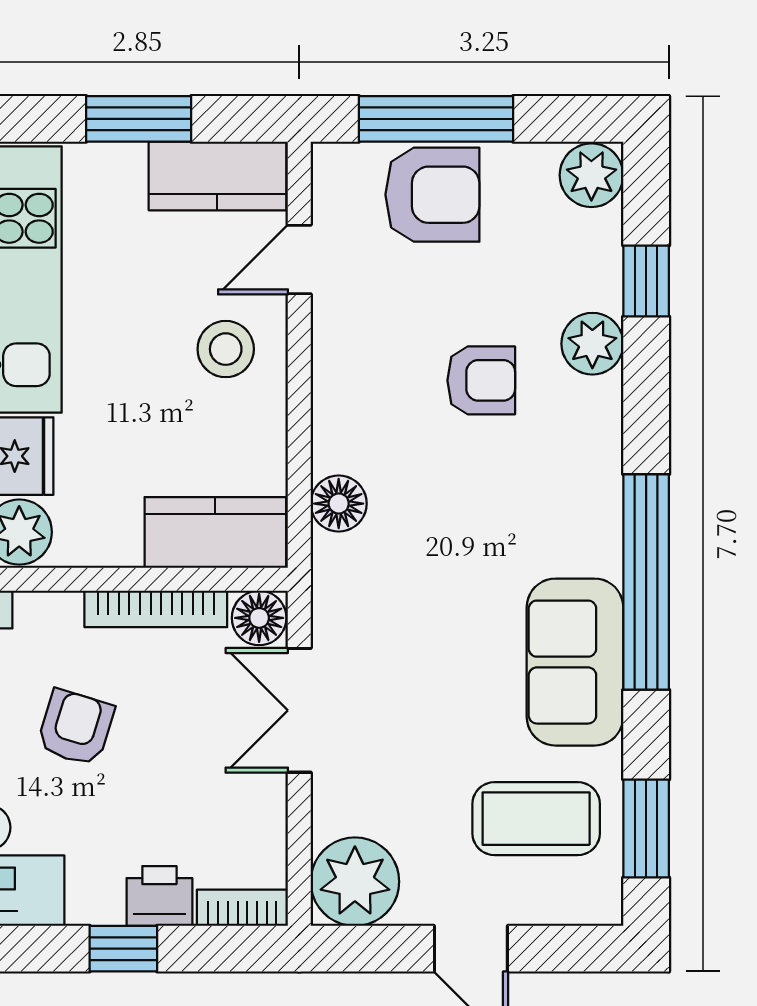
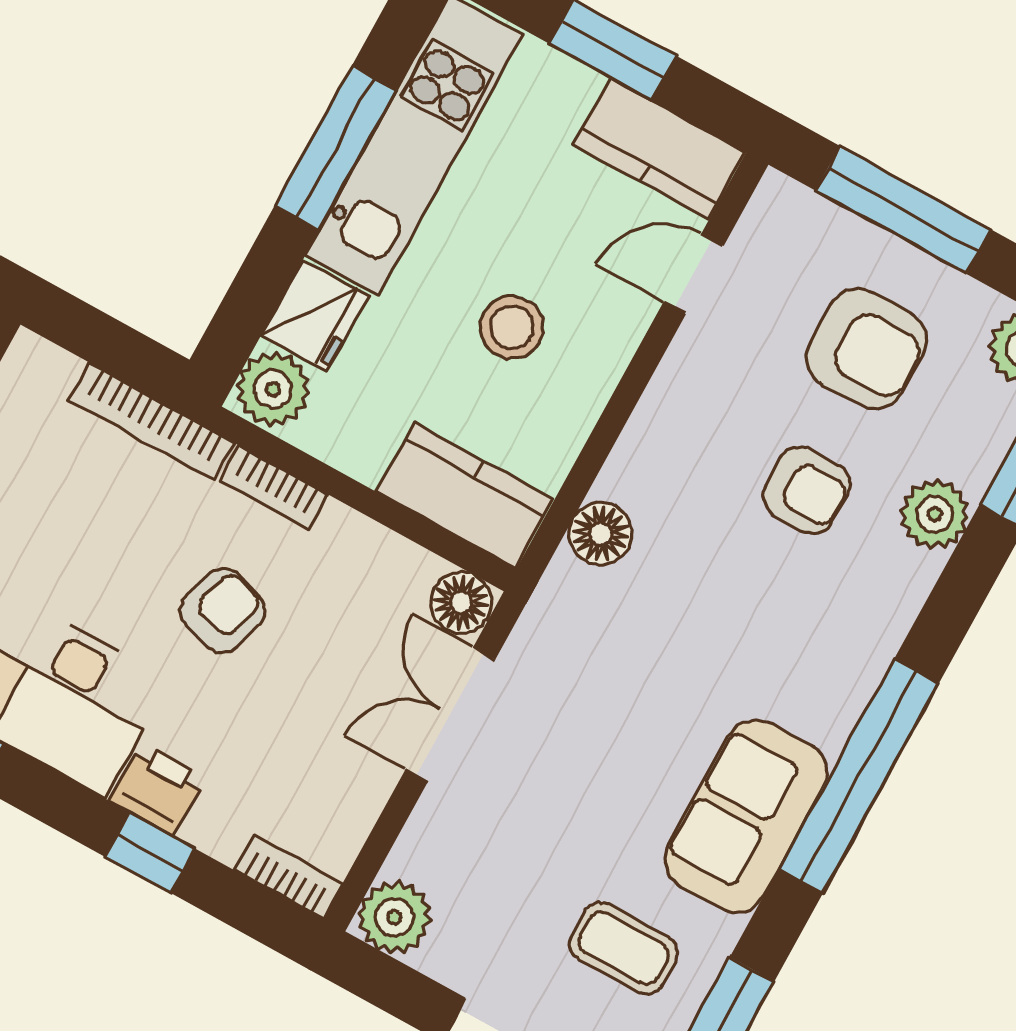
armchair: (432, 195) -> (866, 349), moved
stool: (226, 349) -> (512, 327), moved
bookcase: (156, 609) -> (274, 488), moved, width x0.64
coffee table: (536, 819) -> (624, 948), width x0.73, depth x0.77
plant: (355, 882) -> (394, 917), width x0.73, depth x0.73
printer: (159, 896) -> (157, 790), moved

